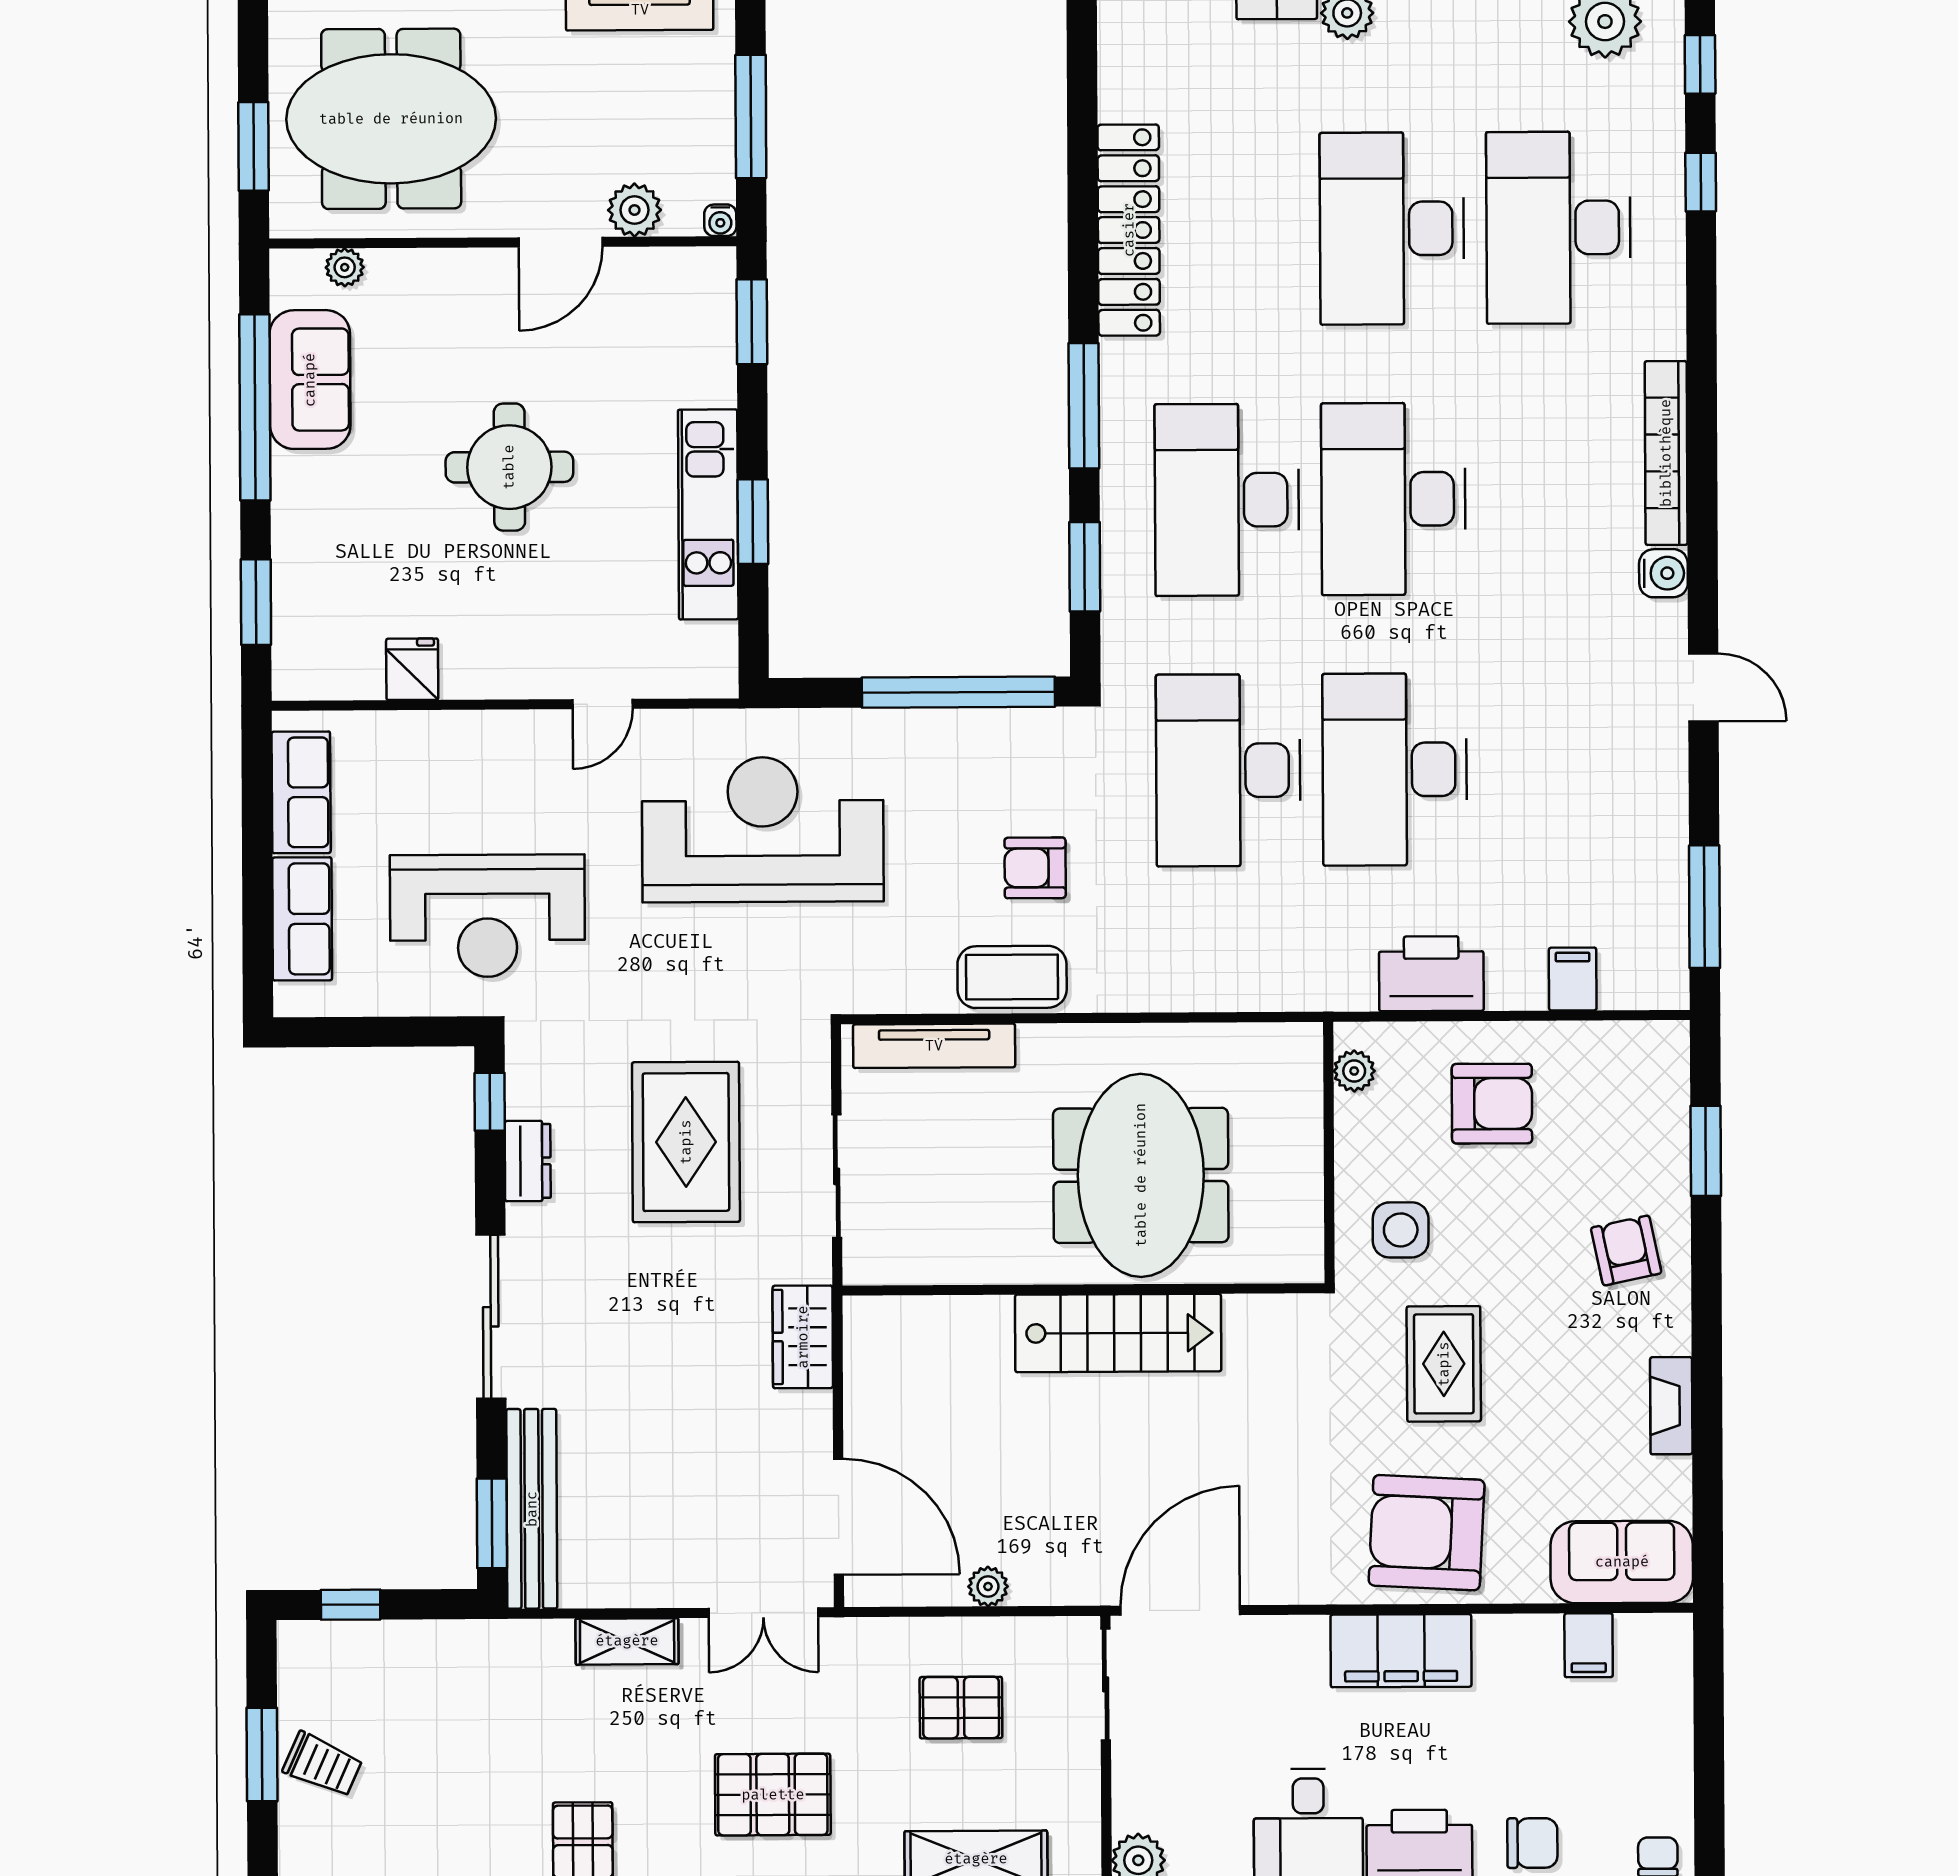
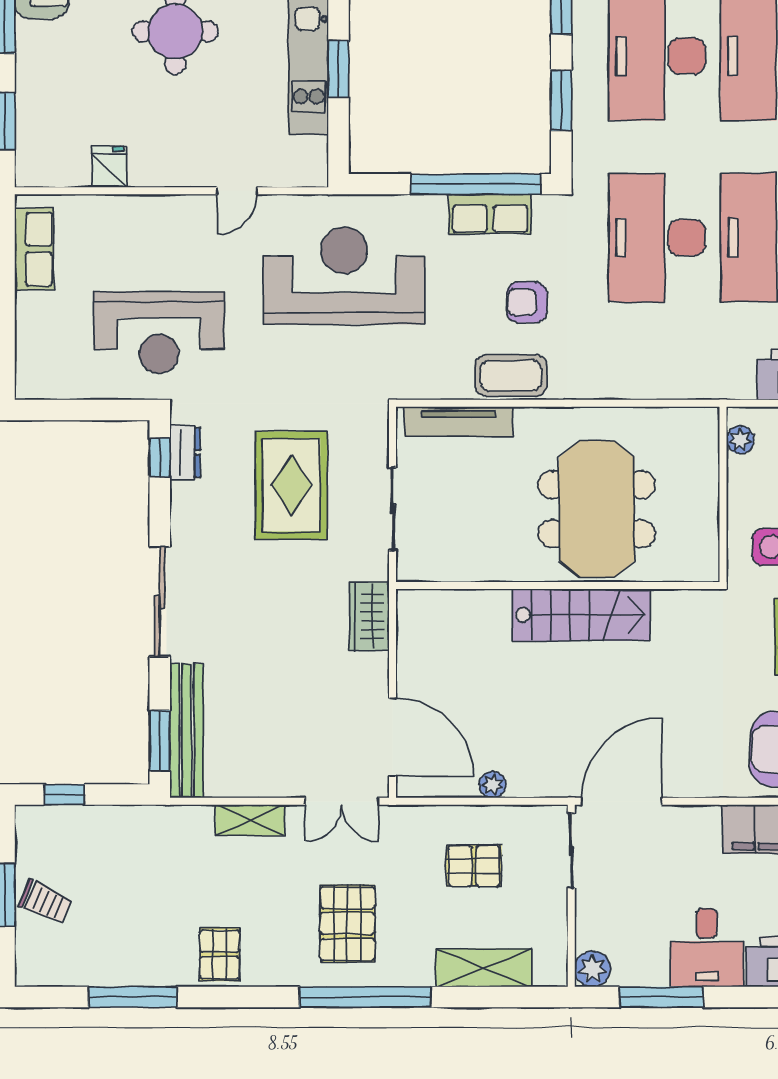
row of seats: (302, 919) -> (490, 214), moved, turned 90
dresser: (528, 1161) -> (185, 452), moved
pallet: (773, 1795) -> (347, 924), turned 90

